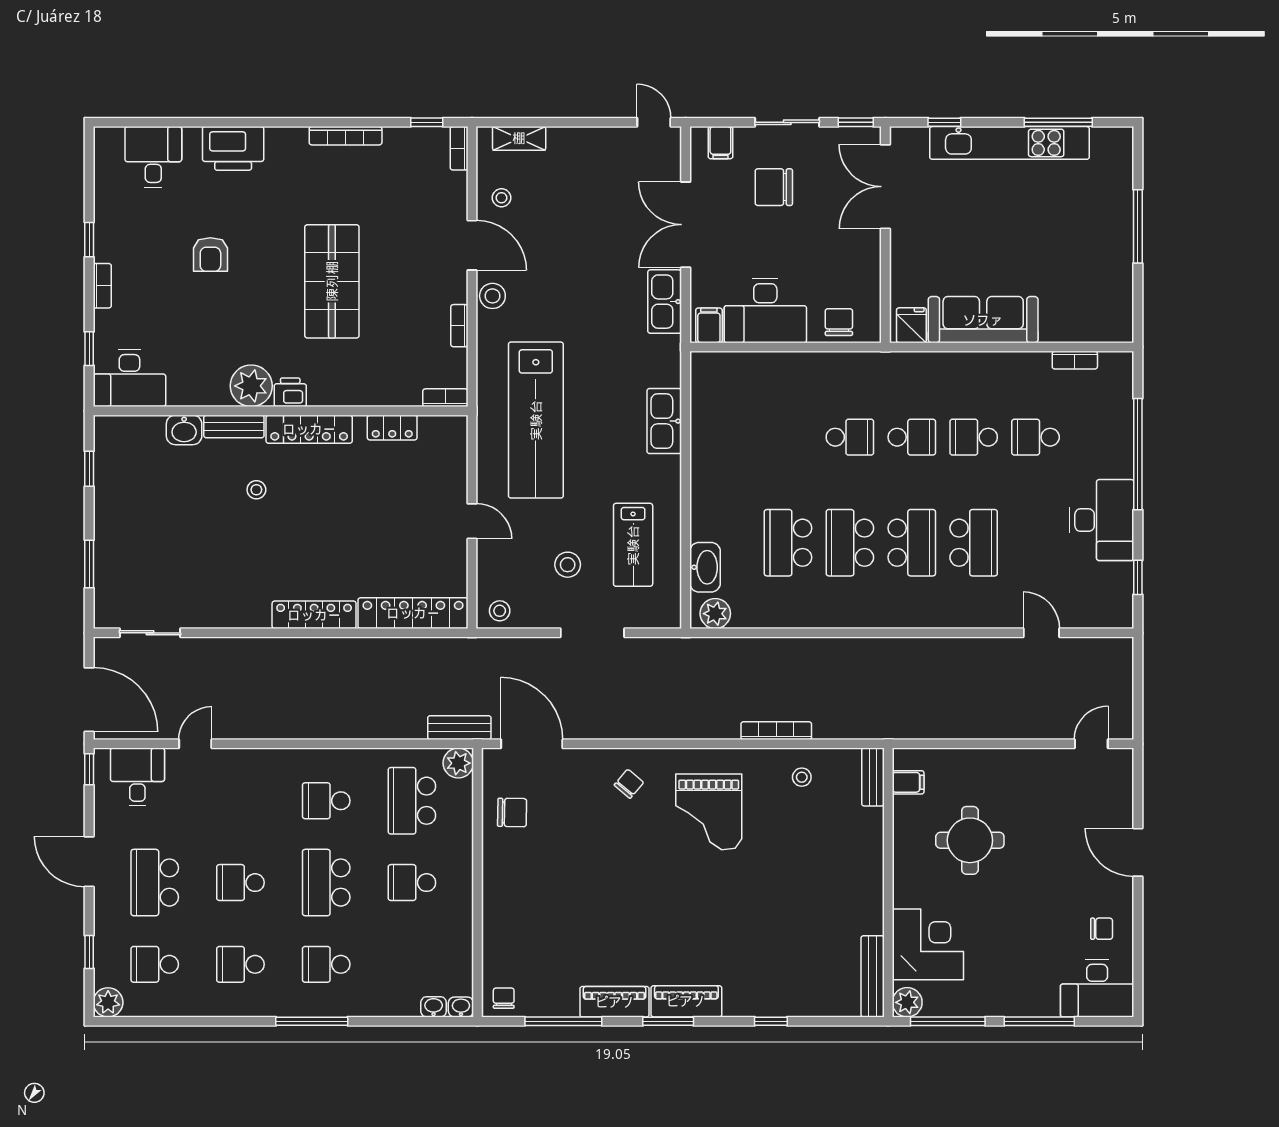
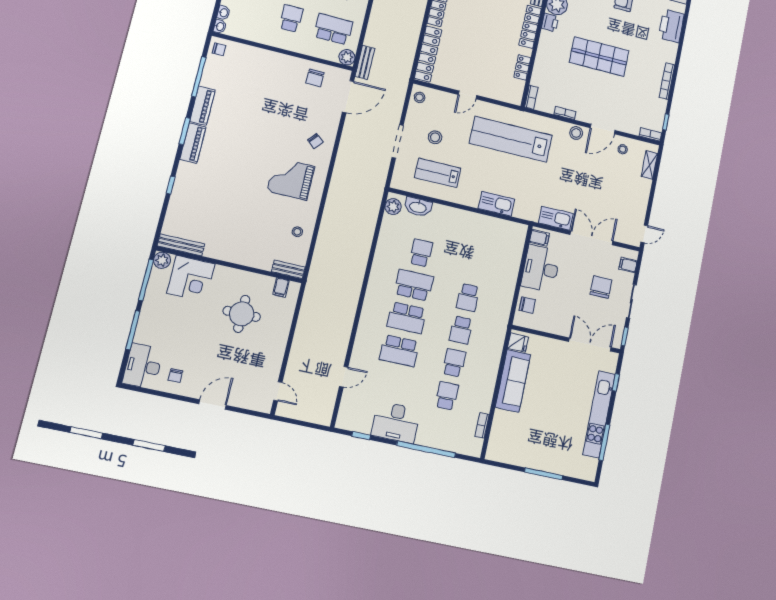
school desk: (788, 543) -> (421, 253), width x0.54
bookcase: (776, 731) -> (325, 224), removed

